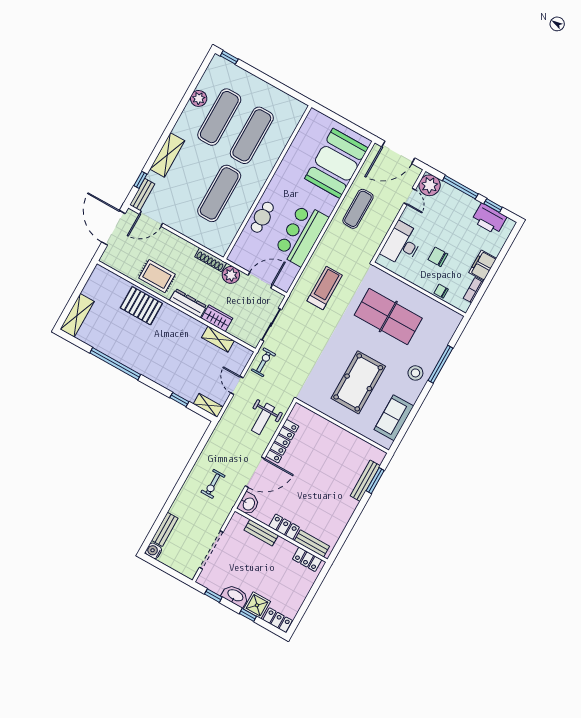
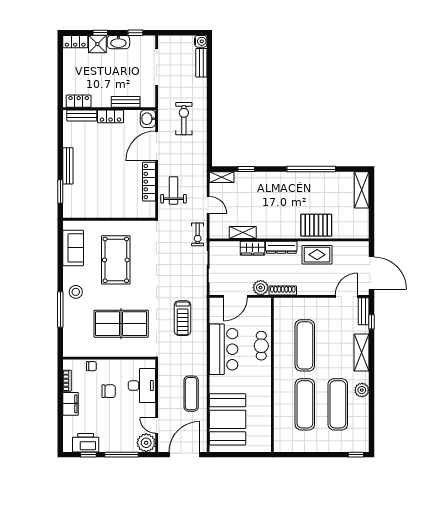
plant: (199, 98) -> (362, 390), moved
bench: (365, 481) -> (68, 166), moved
exercise bike: (213, 484) -> (184, 119), width x1.38, depth x1.39

